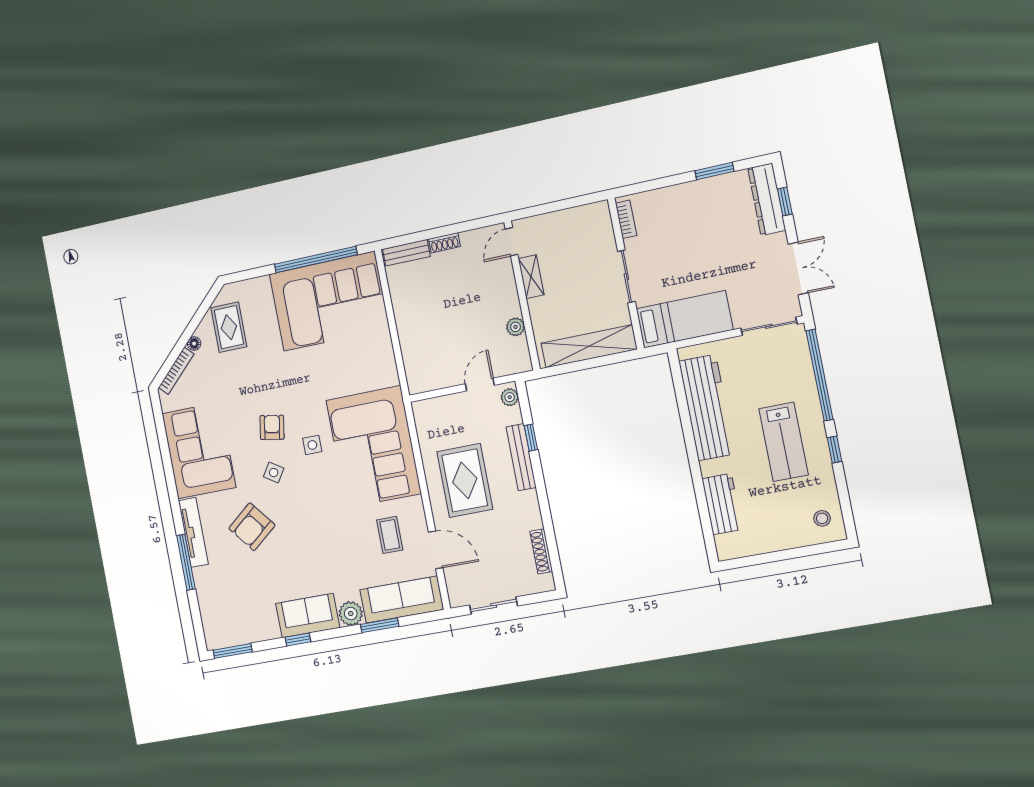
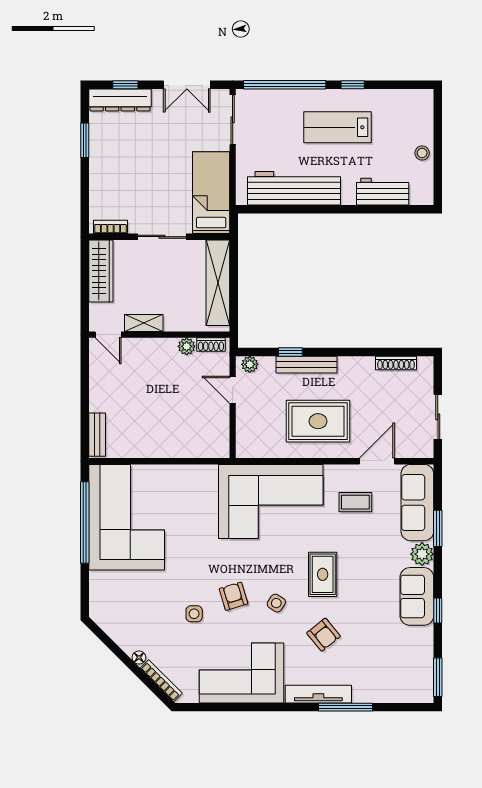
wardrobe: (577, 219) -> (101, 271), added
shoe rack: (444, 243) -> (211, 345), moved, turned 90
double door: (798, 268) -> (187, 85), swing flipped
rug: (229, 327) -> (323, 574), moved, turned 90
armchair: (272, 427) -> (234, 596), turned 63
lab bench: (784, 442) -> (337, 127), turned 180
side table: (312, 445) -> (194, 614), moved
stool: (822, 518) -> (422, 153), moved
armchair: (252, 527) -> (324, 635), width x0.72, depth x0.72

